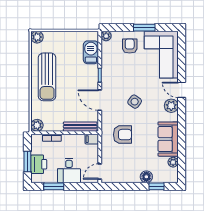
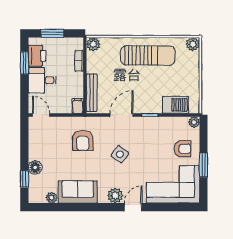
sun lounger: (47, 77) -> (148, 55), turned 180
printer: (39, 164) -> (37, 56), moved, turned -90

